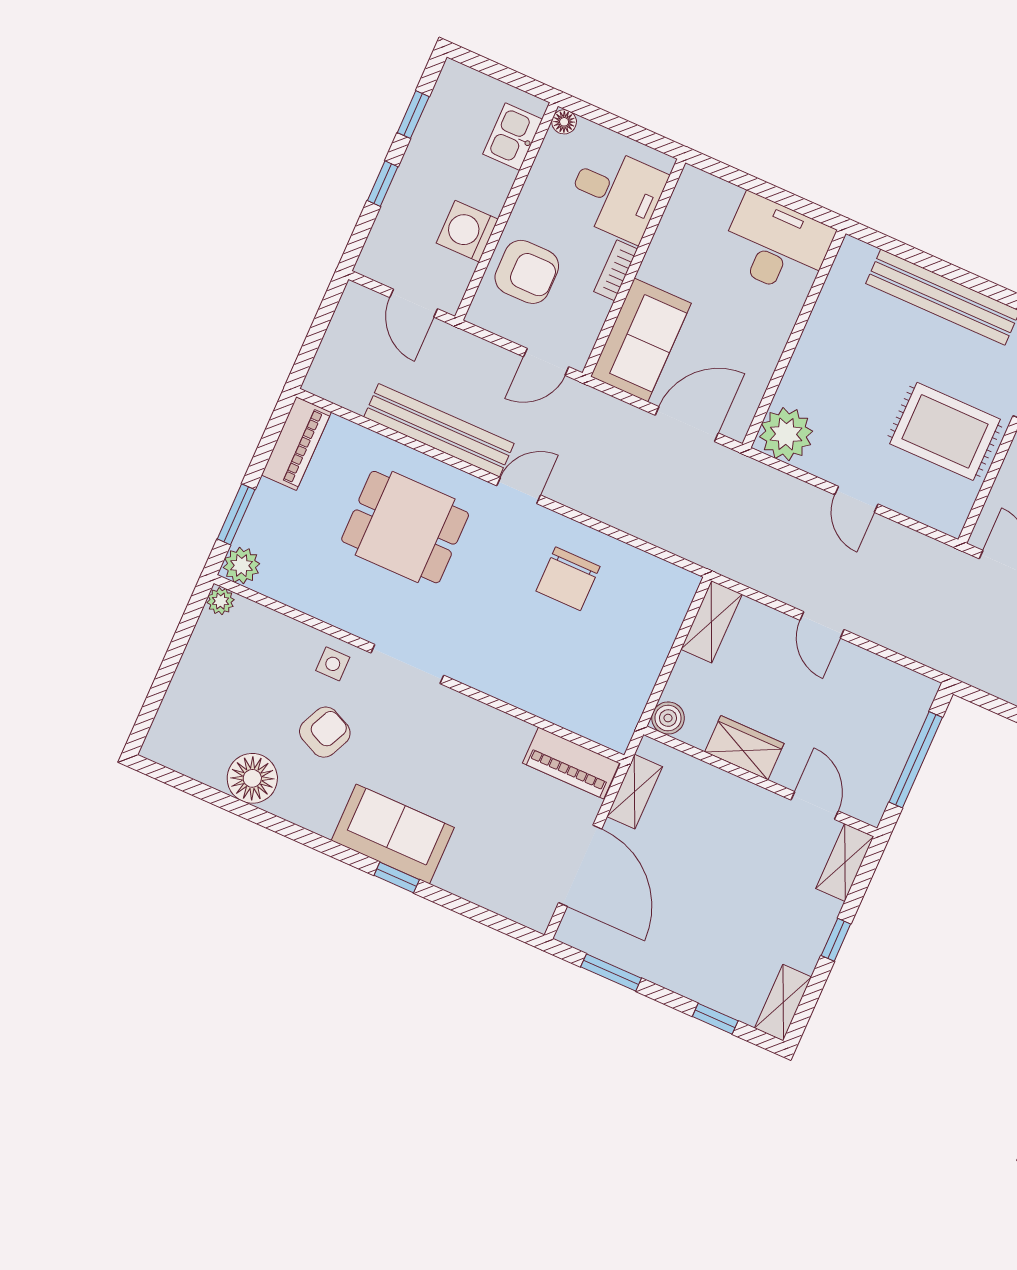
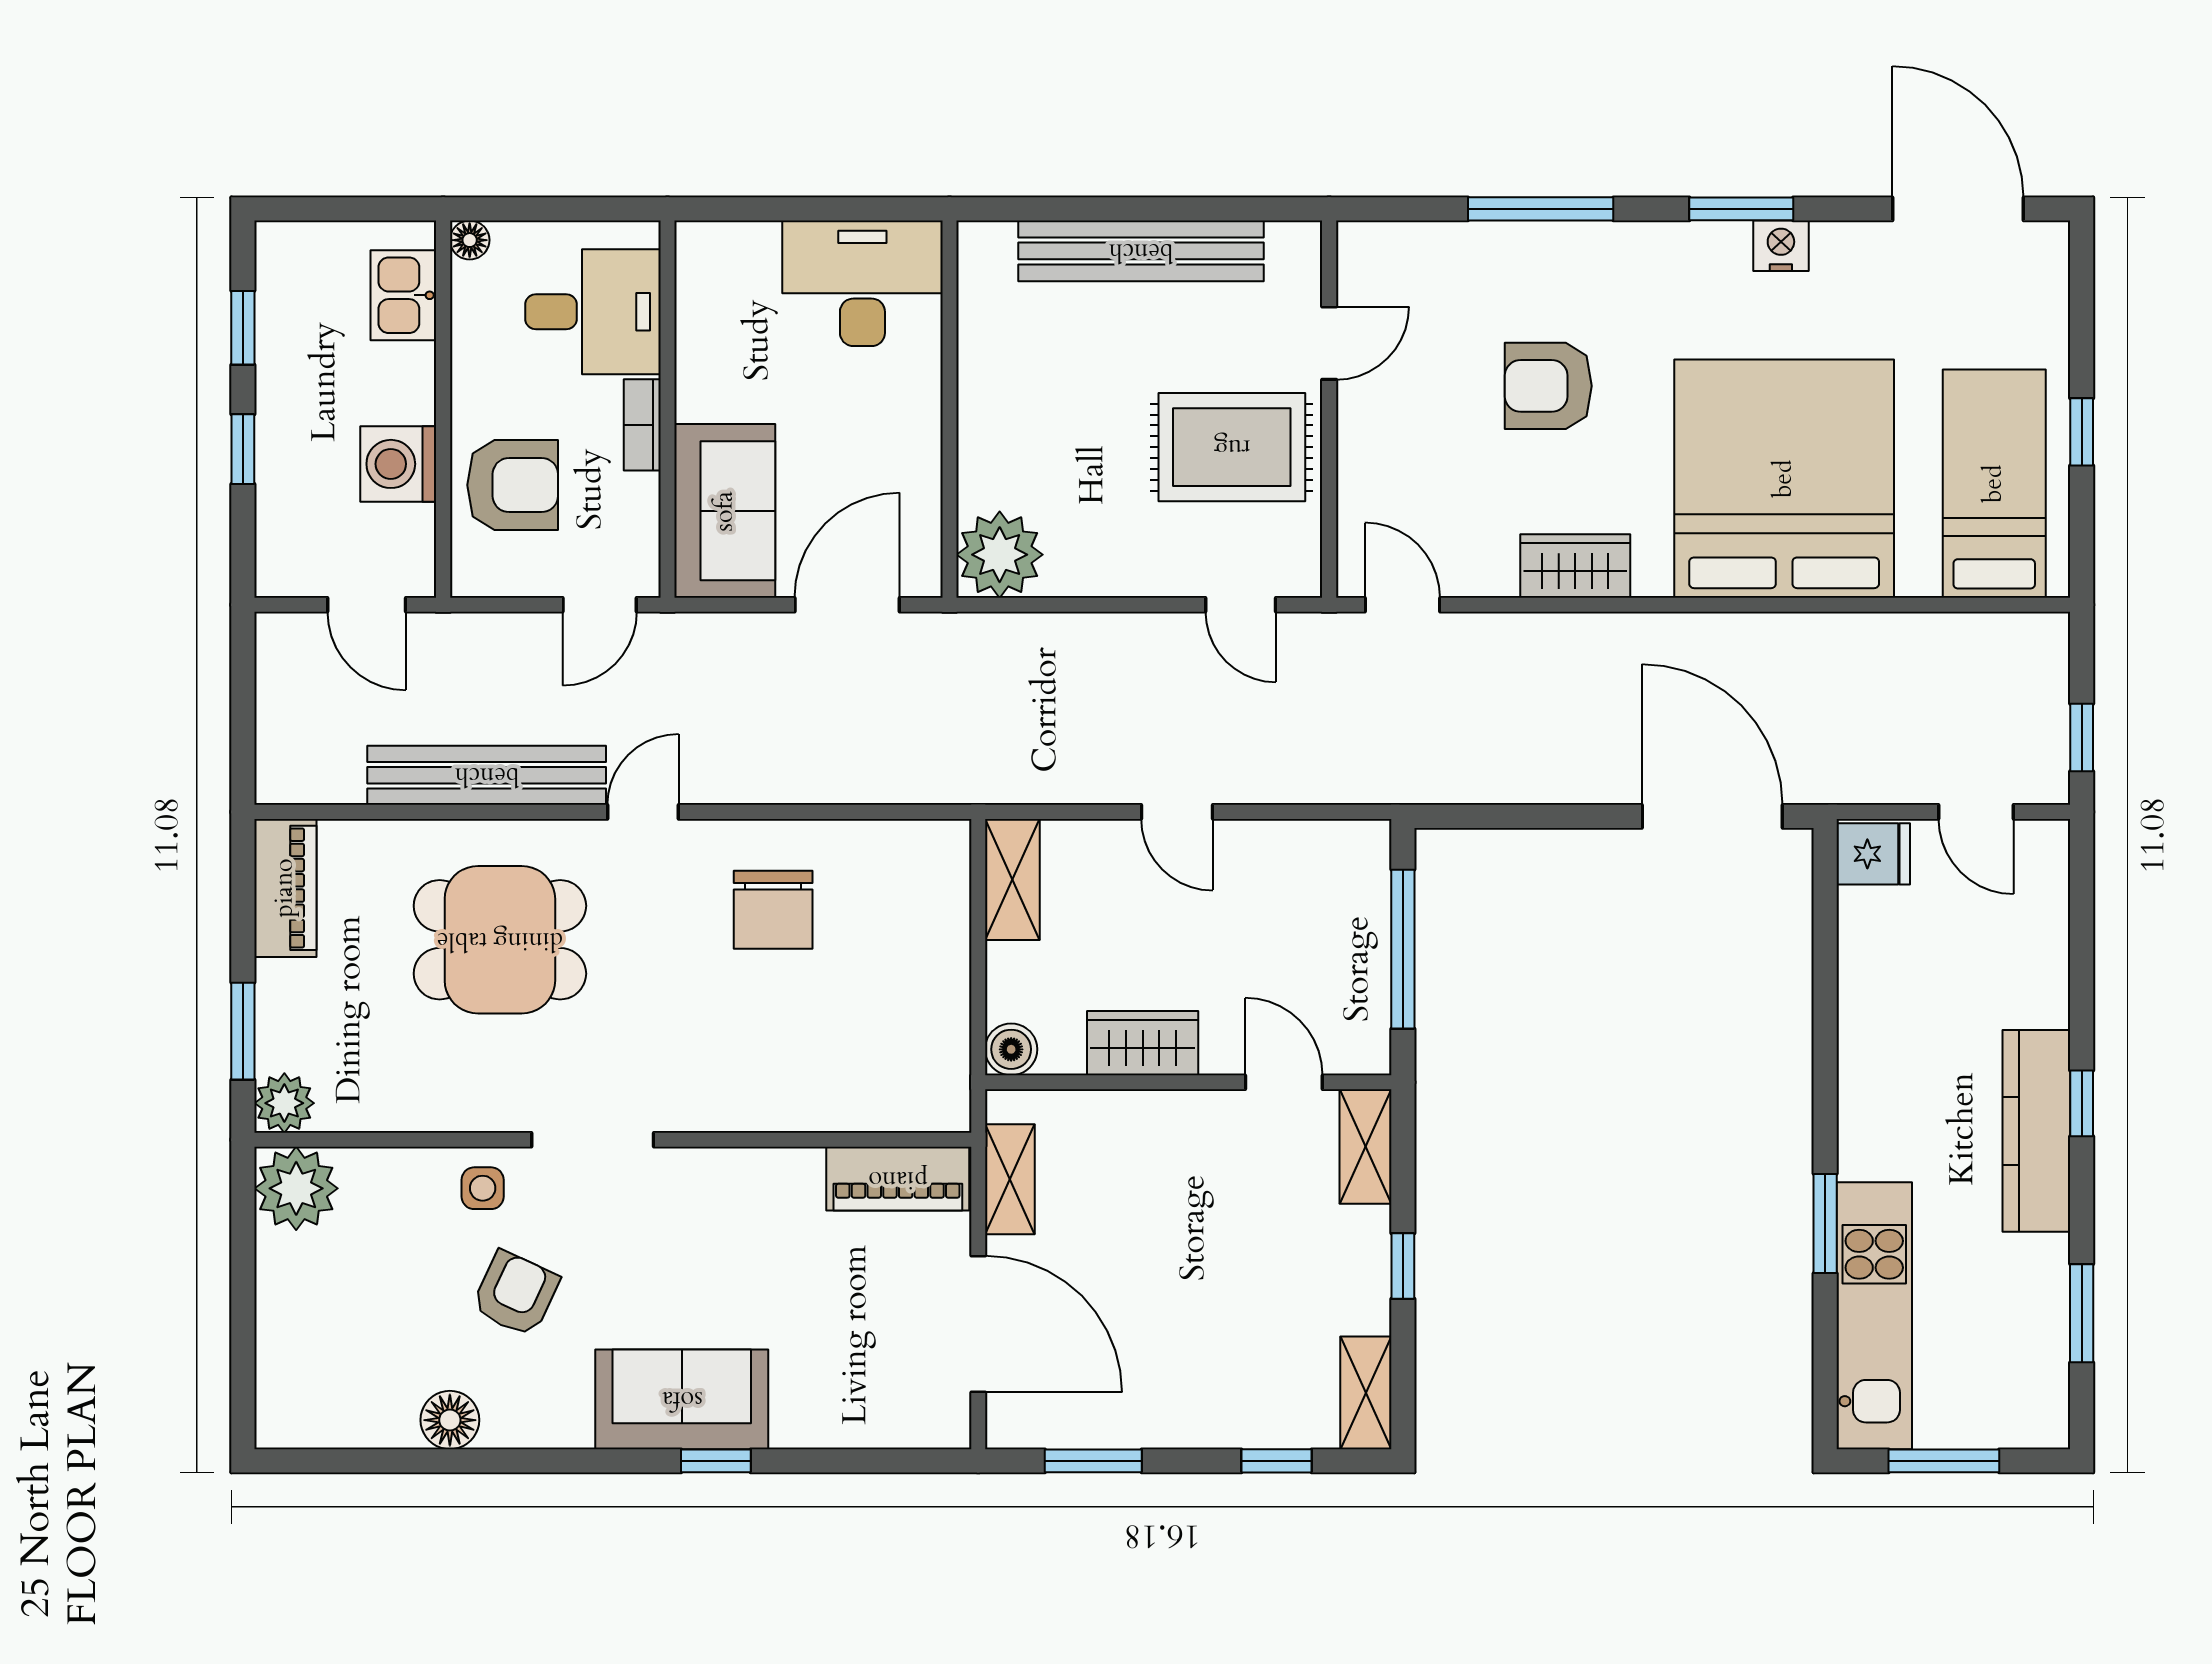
door: (856, 499) -> (1241, 605), moved
plant: (221, 601) -> (296, 1188), width x1.88, depth x1.88
floor lamp: (252, 778) -> (450, 1420), width x0.73, depth x0.73

